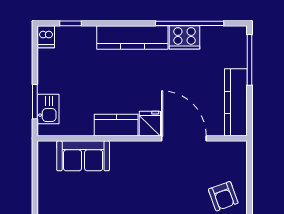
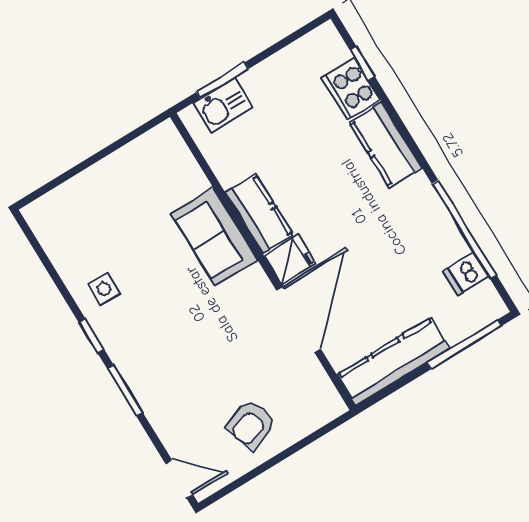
dishwasher: (46, 37) -> (466, 274), moved
cooker: (184, 37) -> (351, 89), moved
kitchen counter: (132, 38) -> (385, 145), width x0.67
sofa: (83, 156) -> (214, 237), moved

